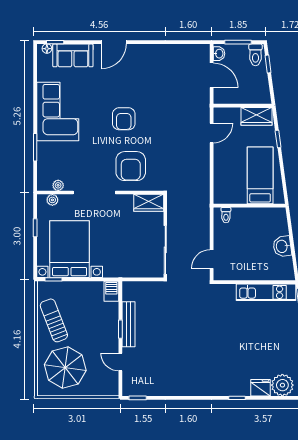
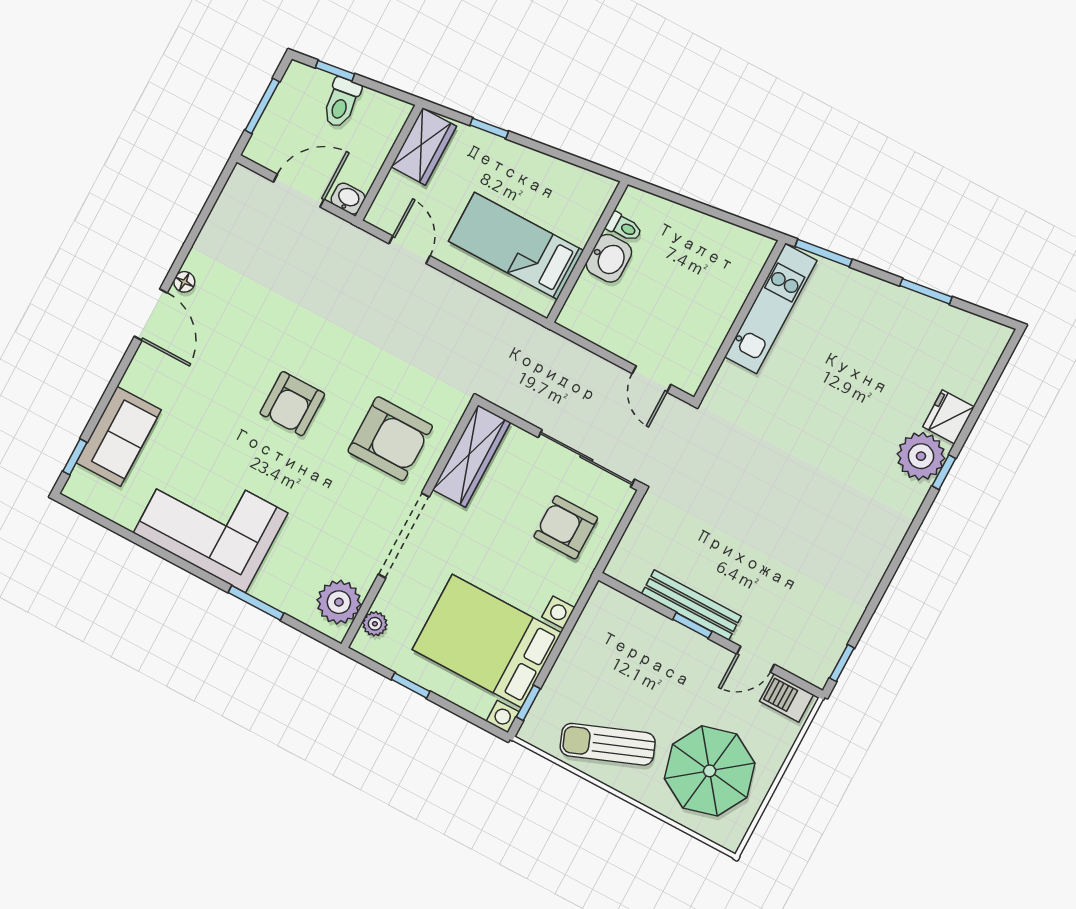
door: (114, 42) -> (151, 315), moved
floor lamp: (47, 49) -> (184, 282), moved
washbasin: (219, 54) -> (348, 199), moved
toilet: (255, 55) -> (341, 103), moved, turned 82
armchair: (124, 119) -> (292, 404), turned 90
bed: (260, 175) -> (516, 246), moved
plant: (58, 185) -> (339, 602), width x1.88, depth x1.88
wardrobe: (149, 203) -> (472, 456), width x1.50
toilet: (226, 215) -> (624, 227), moved
washbasin: (282, 246) -> (609, 258), moved, turned -82
armchair: (133, 256) -> (566, 527), added
barbecue: (111, 291) -> (786, 698), moved
plant: (282, 385) -> (921, 456), moved

